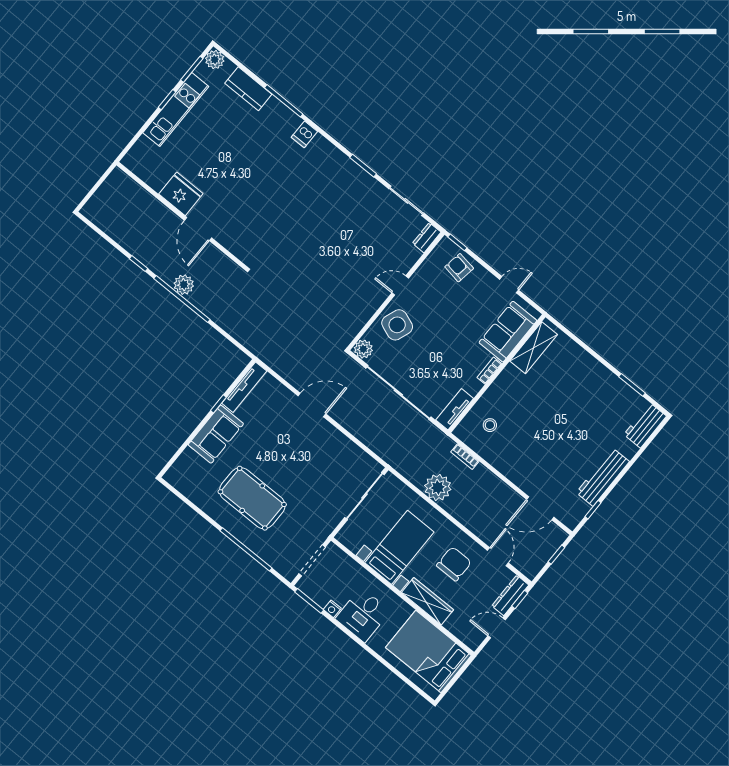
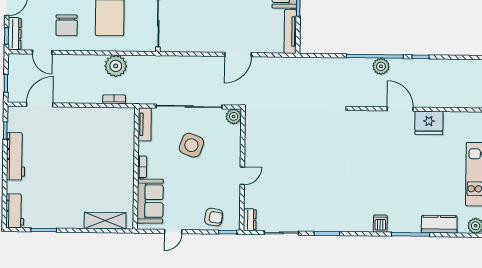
side table: (397, 325) -> (191, 145), moved
shelving: (534, 348) -> (105, 221), moved, turned 90
stool: (490, 425) -> (114, 132), removed

